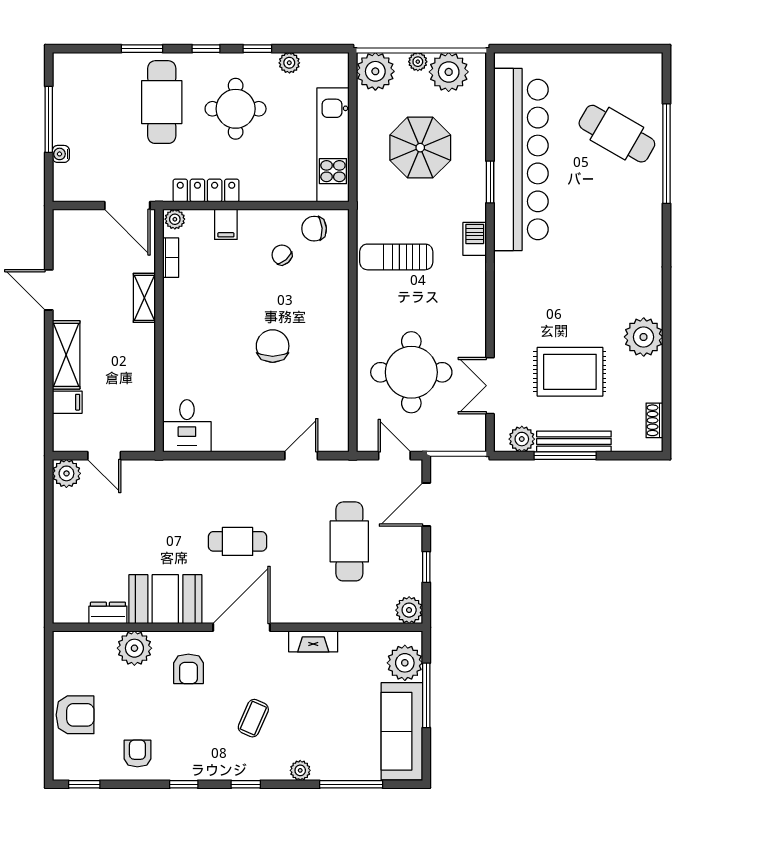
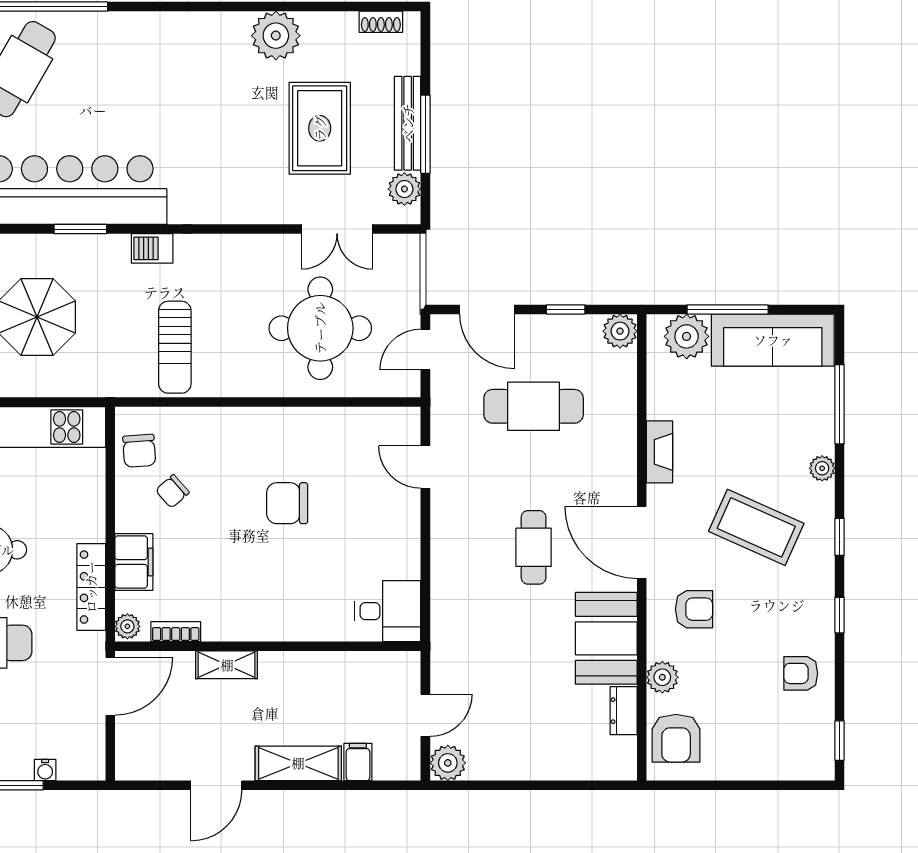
filing cabinet: (226, 224) -> (134, 562), width x2.00
plant: (134, 648) -> (662, 677), width x0.73, depth x0.73
armchair: (75, 715) -> (676, 738), moved, turned 180
coffee table: (253, 718) -> (756, 527), width x1.86, depth x1.72

